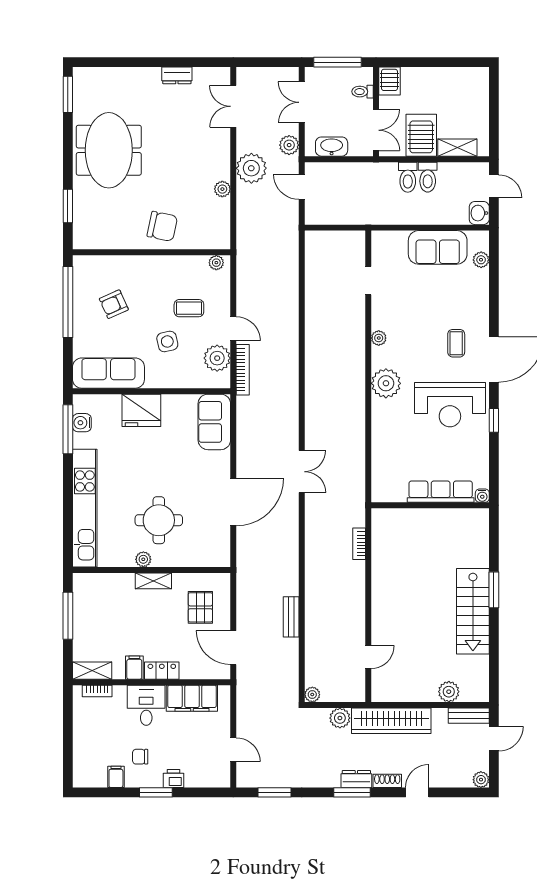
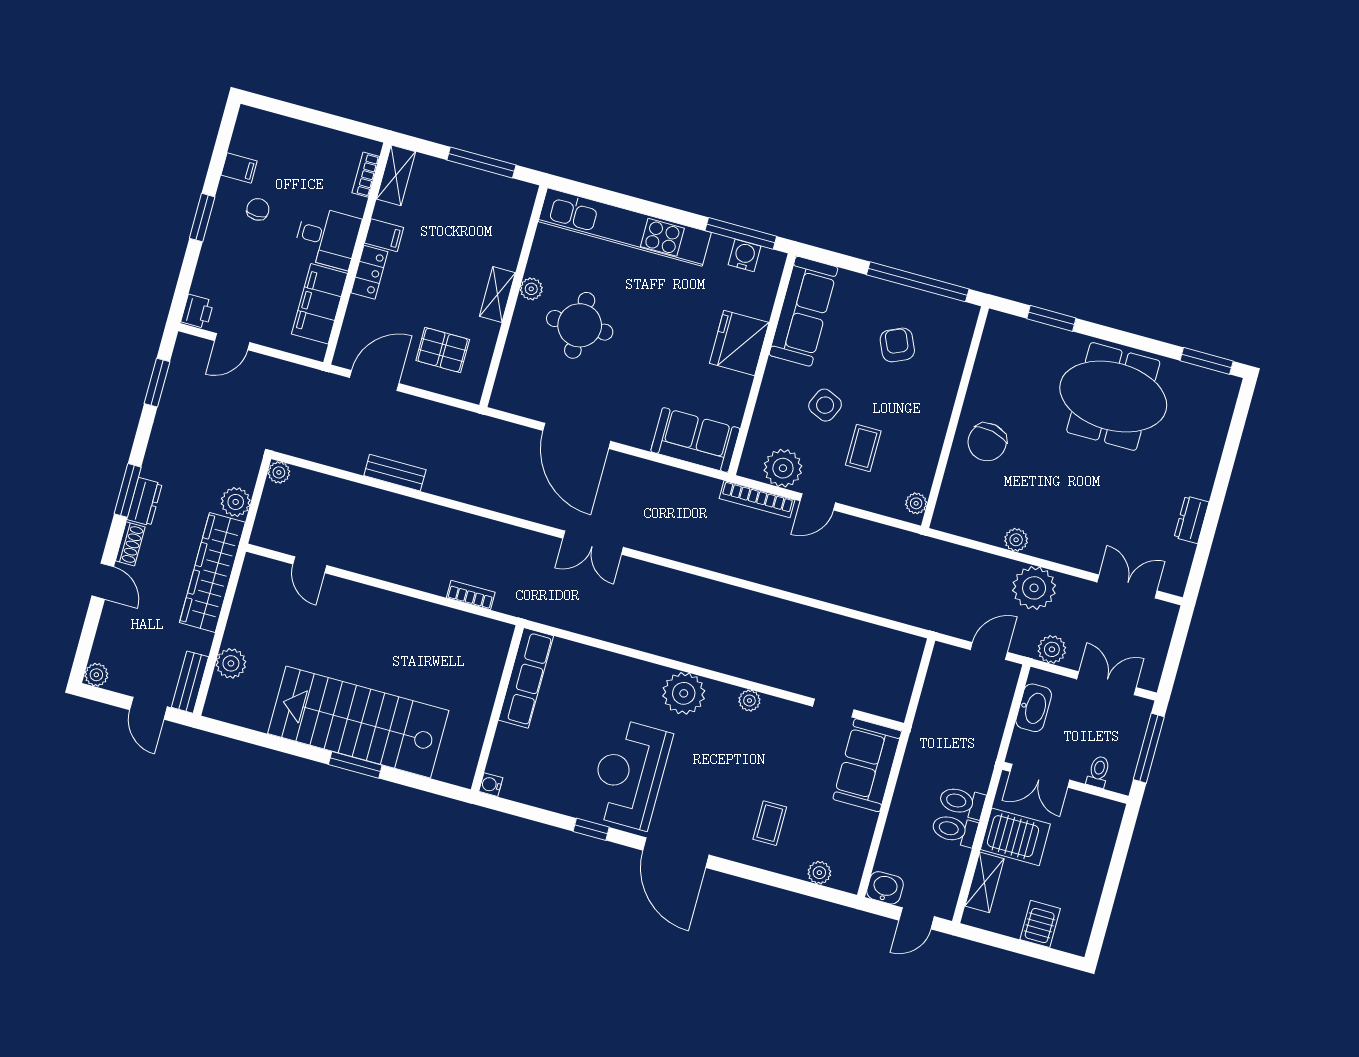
server rack: (389, 81) -> (1040, 924), moved, turned 90
sofa: (438, 247) -> (867, 765), moved
side table: (167, 341) -> (825, 405), turned 37
coffee table: (456, 343) -> (770, 823), moved, turned 90
row of seats: (441, 492) -> (526, 678), moved
stairs: (473, 611) -> (358, 722), width x1.36, depth x1.51
printer: (173, 779) -> (197, 311), moved

